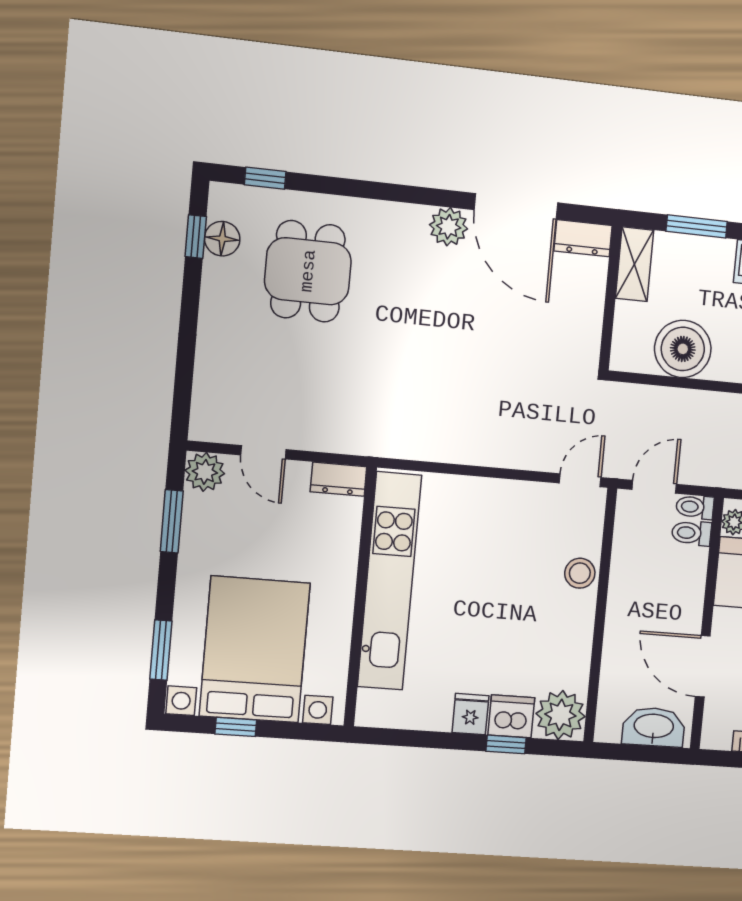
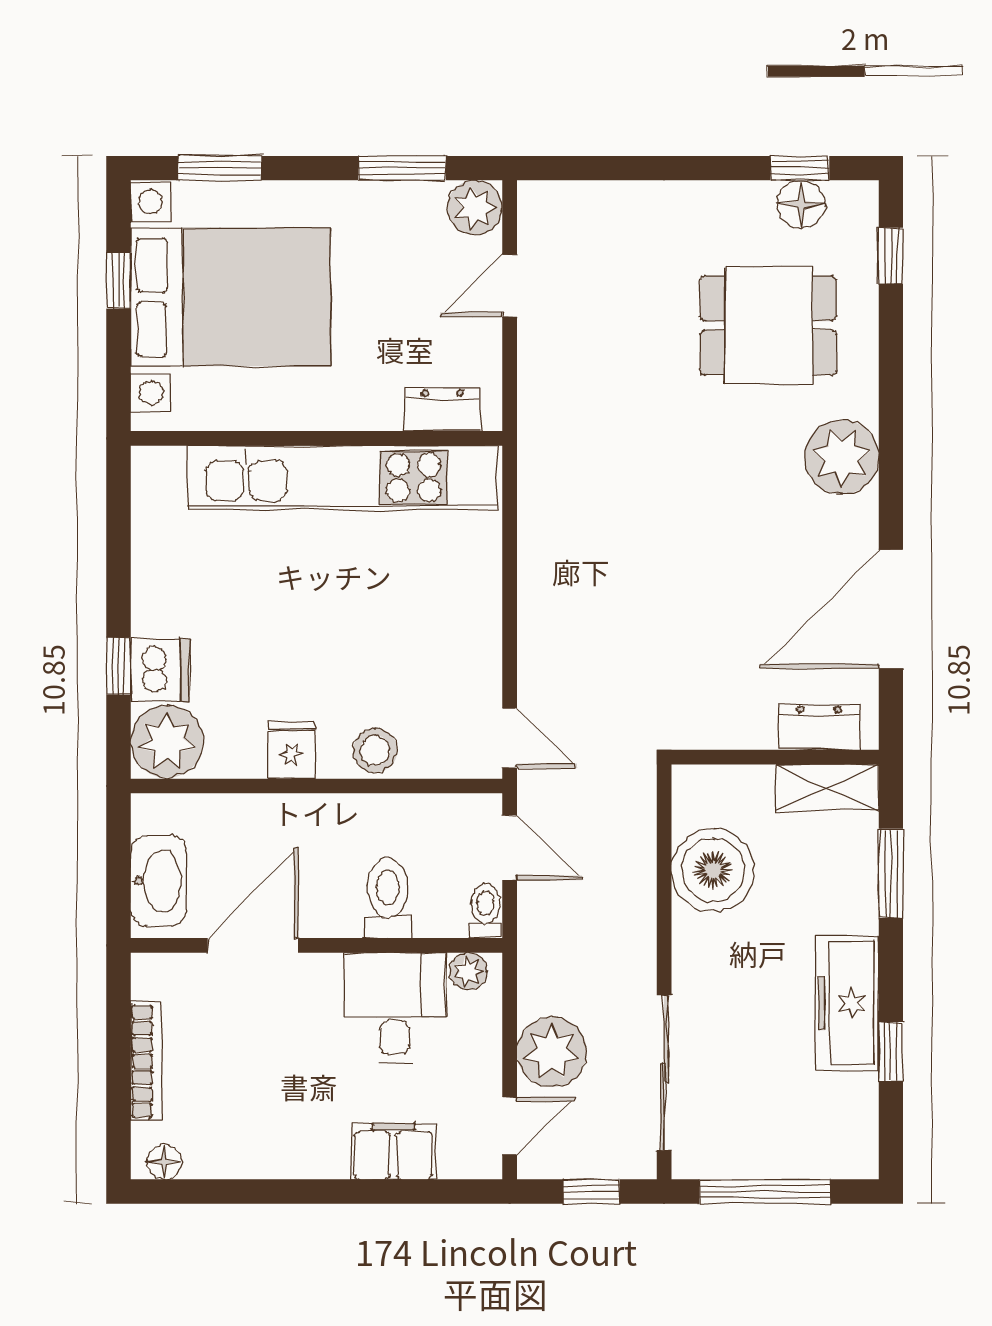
plant: (449, 227) -> (842, 457), moved, width x1.36, depth x1.36
dresser: (583, 238) -> (819, 727), moved, turned 90
dresser: (339, 479) -> (442, 410), moved, turned 90
toilet: (692, 533) -> (388, 898), moved, width x1.37, depth x1.39
fridge: (470, 714) -> (291, 750), moved, turned -90

